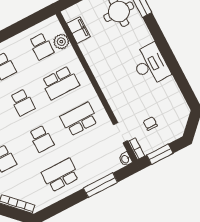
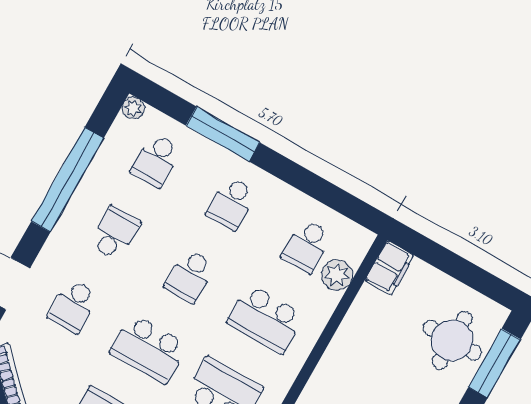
filing cabinet: (78, 30) -> (389, 268), moved
school desk: (41, 139) -> (149, 349), width x1.85

